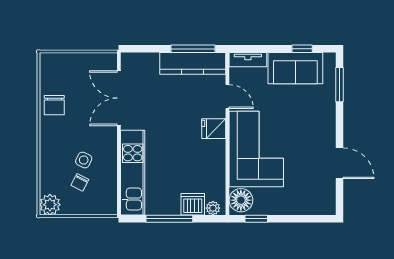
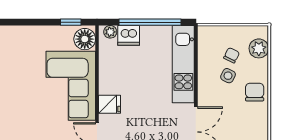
chair: (54, 105) -> (255, 92), moved
plant: (50, 205) -> (259, 48), moved
window: (169, 219) -> (150, 22), width x1.46

